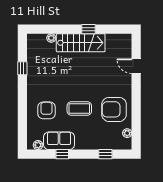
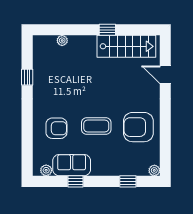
stairs: (81, 43) -> (126, 46), moved
armchair: (47, 110) -> (56, 128), turned 90
plant: (127, 133) -> (154, 170), moved

